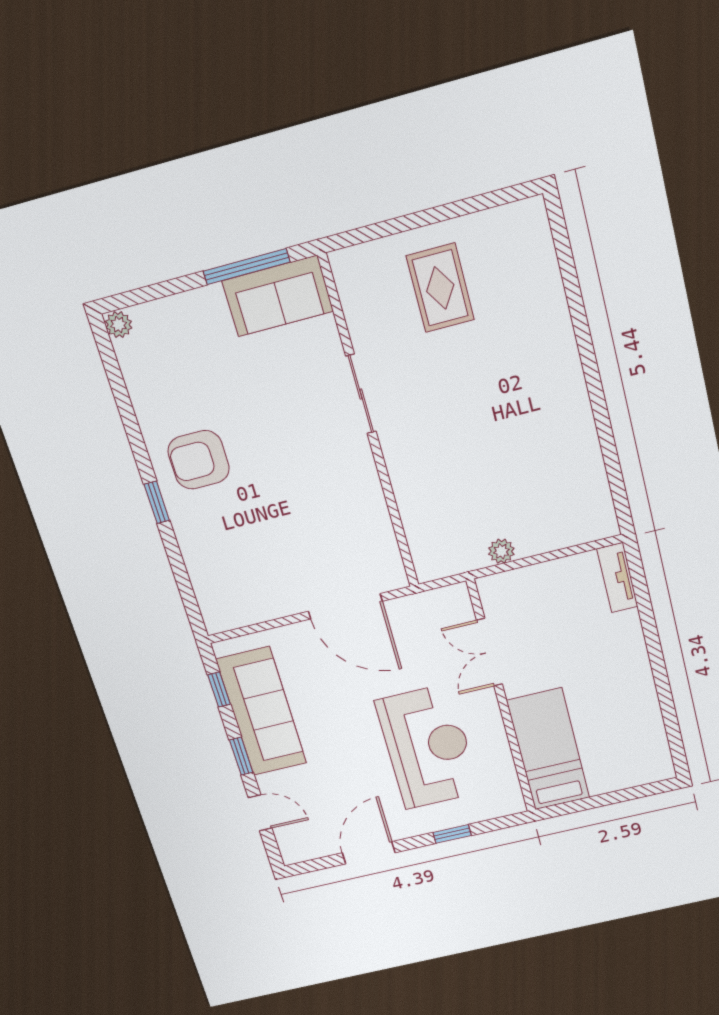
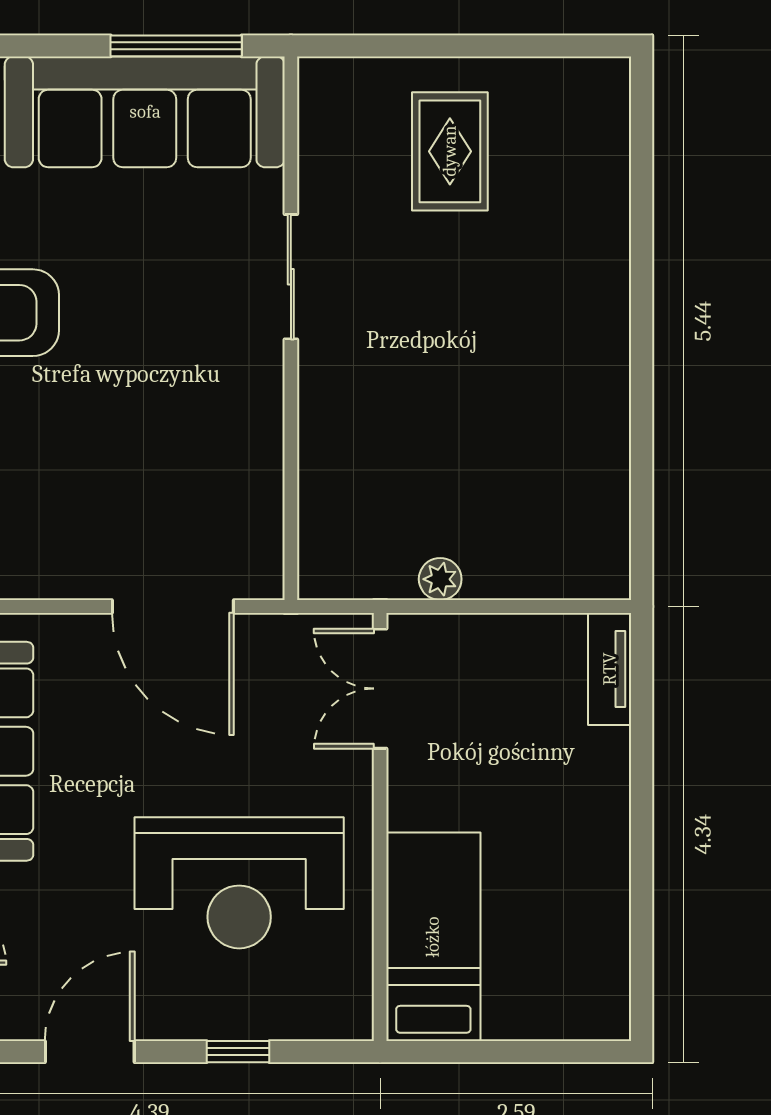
sofa: (278, 296) -> (145, 112), width x1.85, depth x1.27
double door: (489, 652) -> (380, 689), moved
reception desk: (428, 747) -> (239, 883), turned 90

